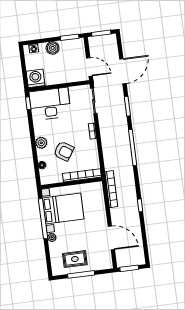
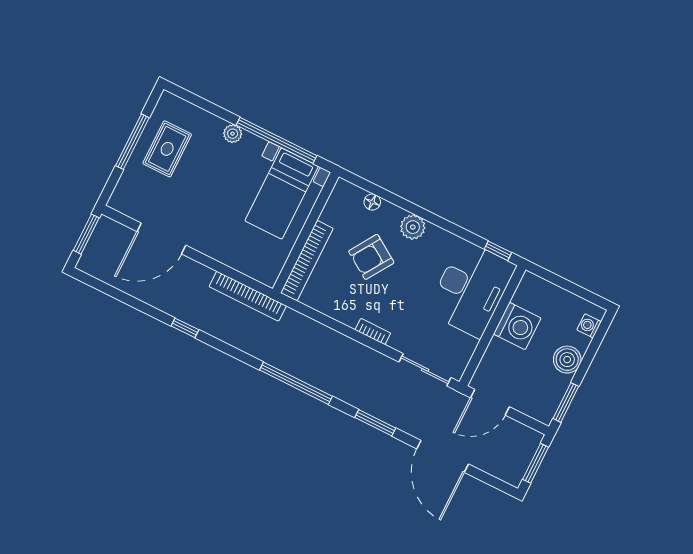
washing machine: (36, 78) -> (517, 326), moved
bed with nightstands: (63, 209) -> (282, 194), width x0.73

